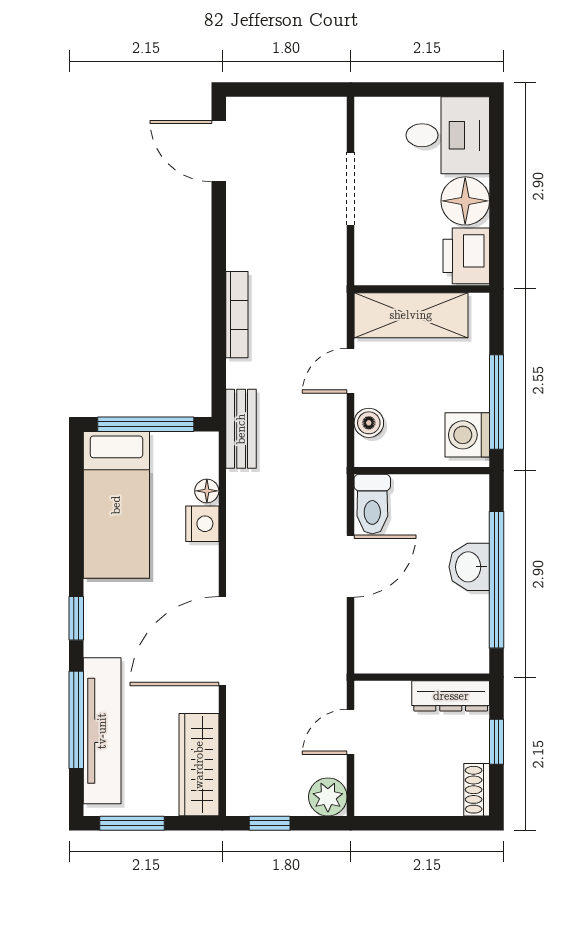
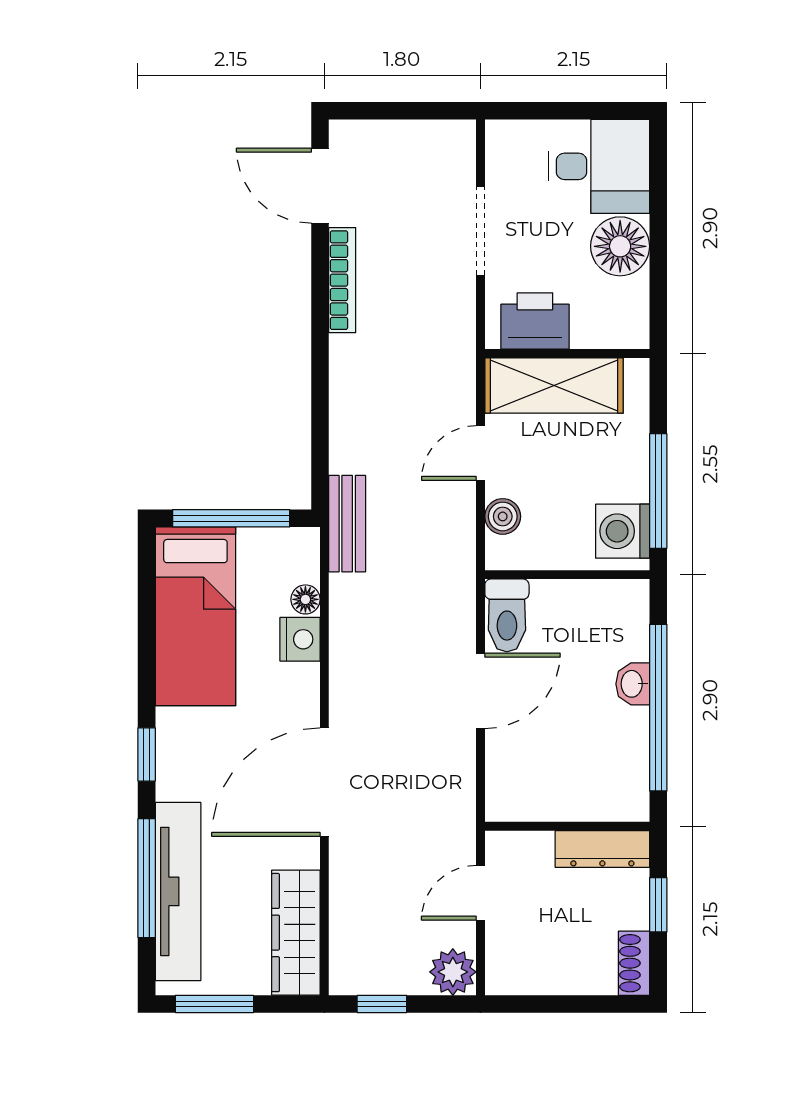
printer: (466, 256) -> (535, 321), moved, turned 90
bookcase: (237, 315) -> (342, 280), moved
washbasin: (469, 567) -> (633, 684), width x0.72, depth x0.69

